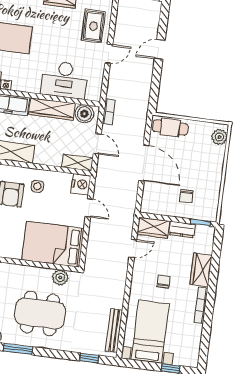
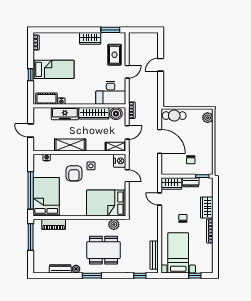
desk: (64, 80) -> (111, 93), moved
door: (97, 144) -> (127, 132), hinge flipped
door: (133, 248) -> (160, 199), swing flipped

